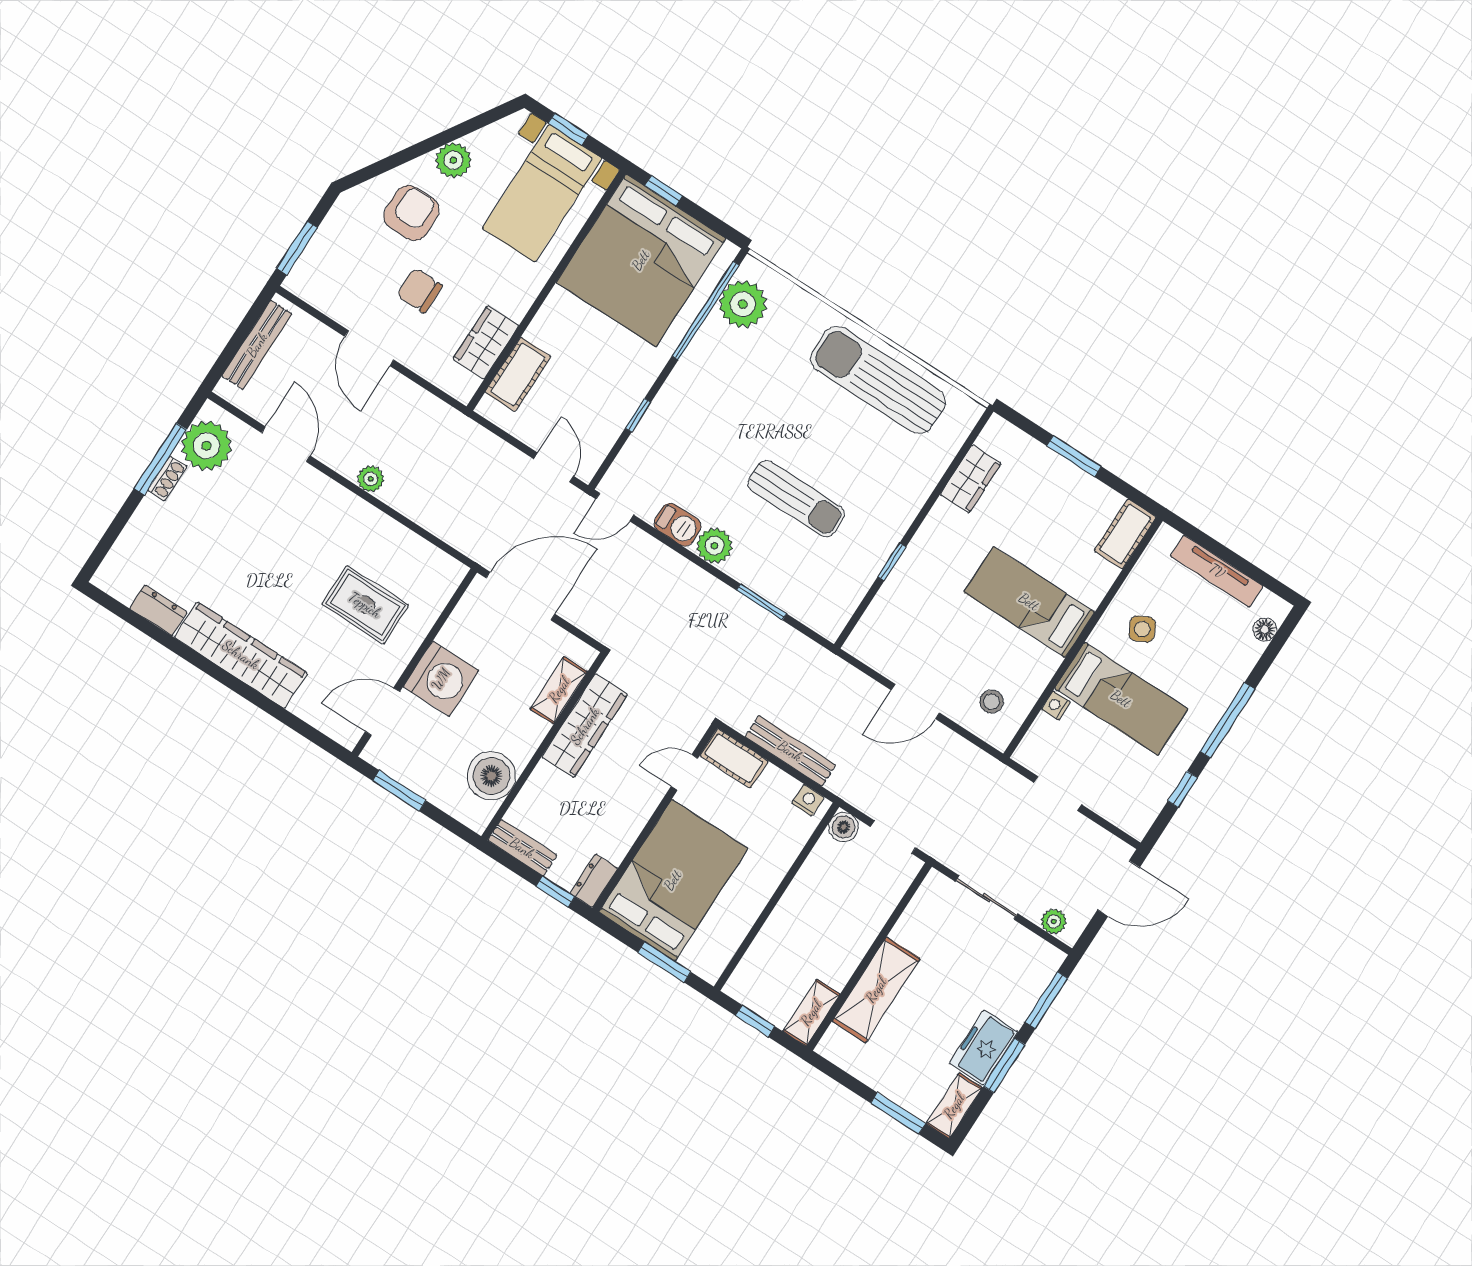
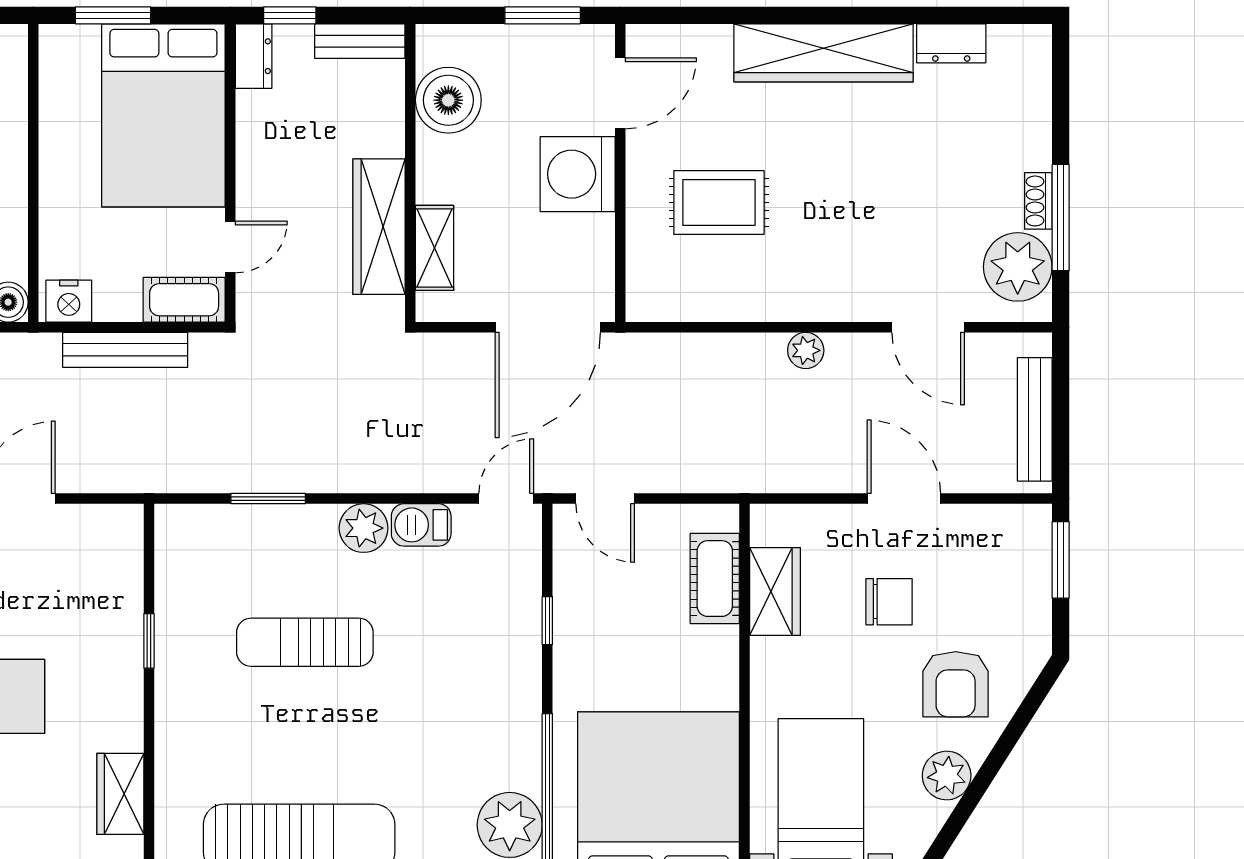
nightstand: (808, 800) -> (69, 301), width x1.39, depth x1.35

